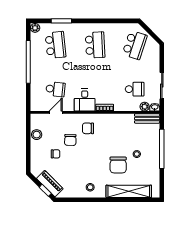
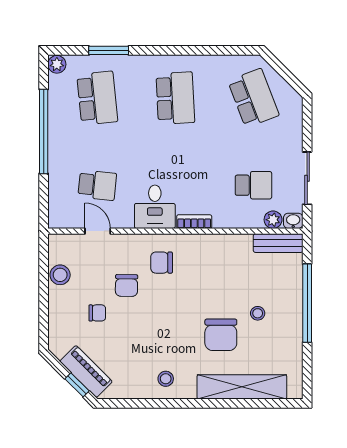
school desk: (135, 45) -> (253, 98), turned -39
door: (56, 112) -> (98, 231), hinge flipped

